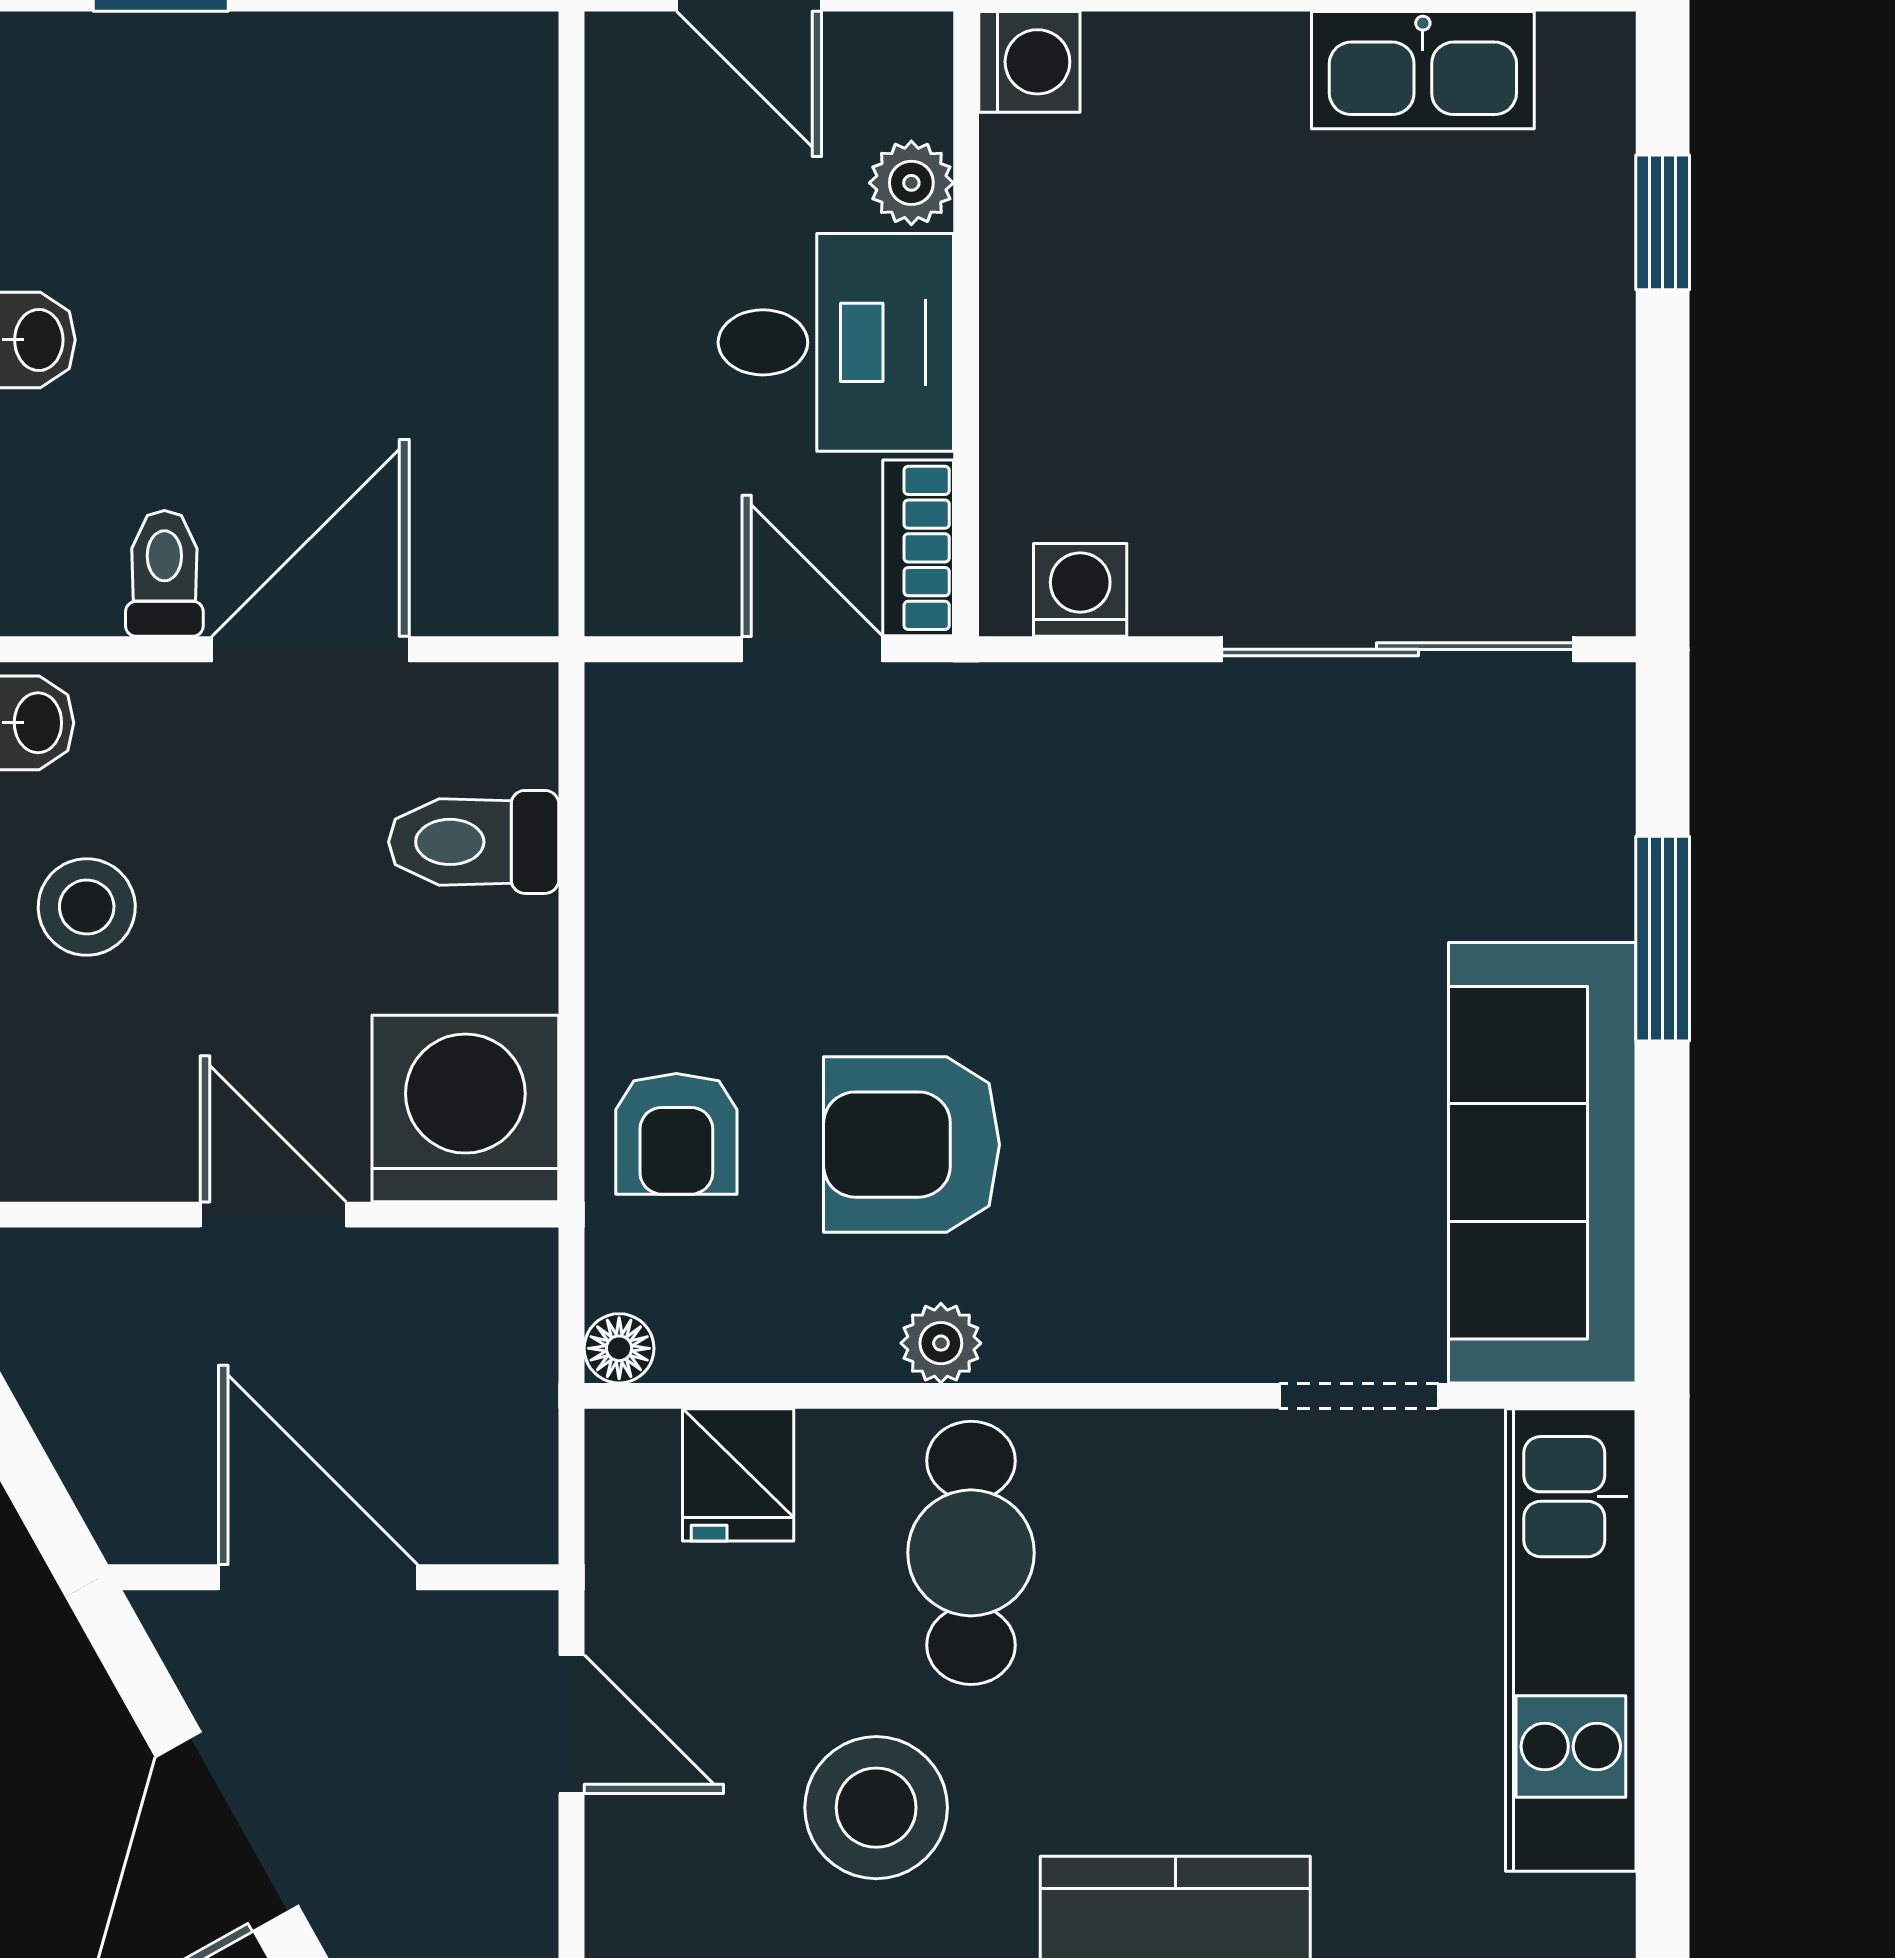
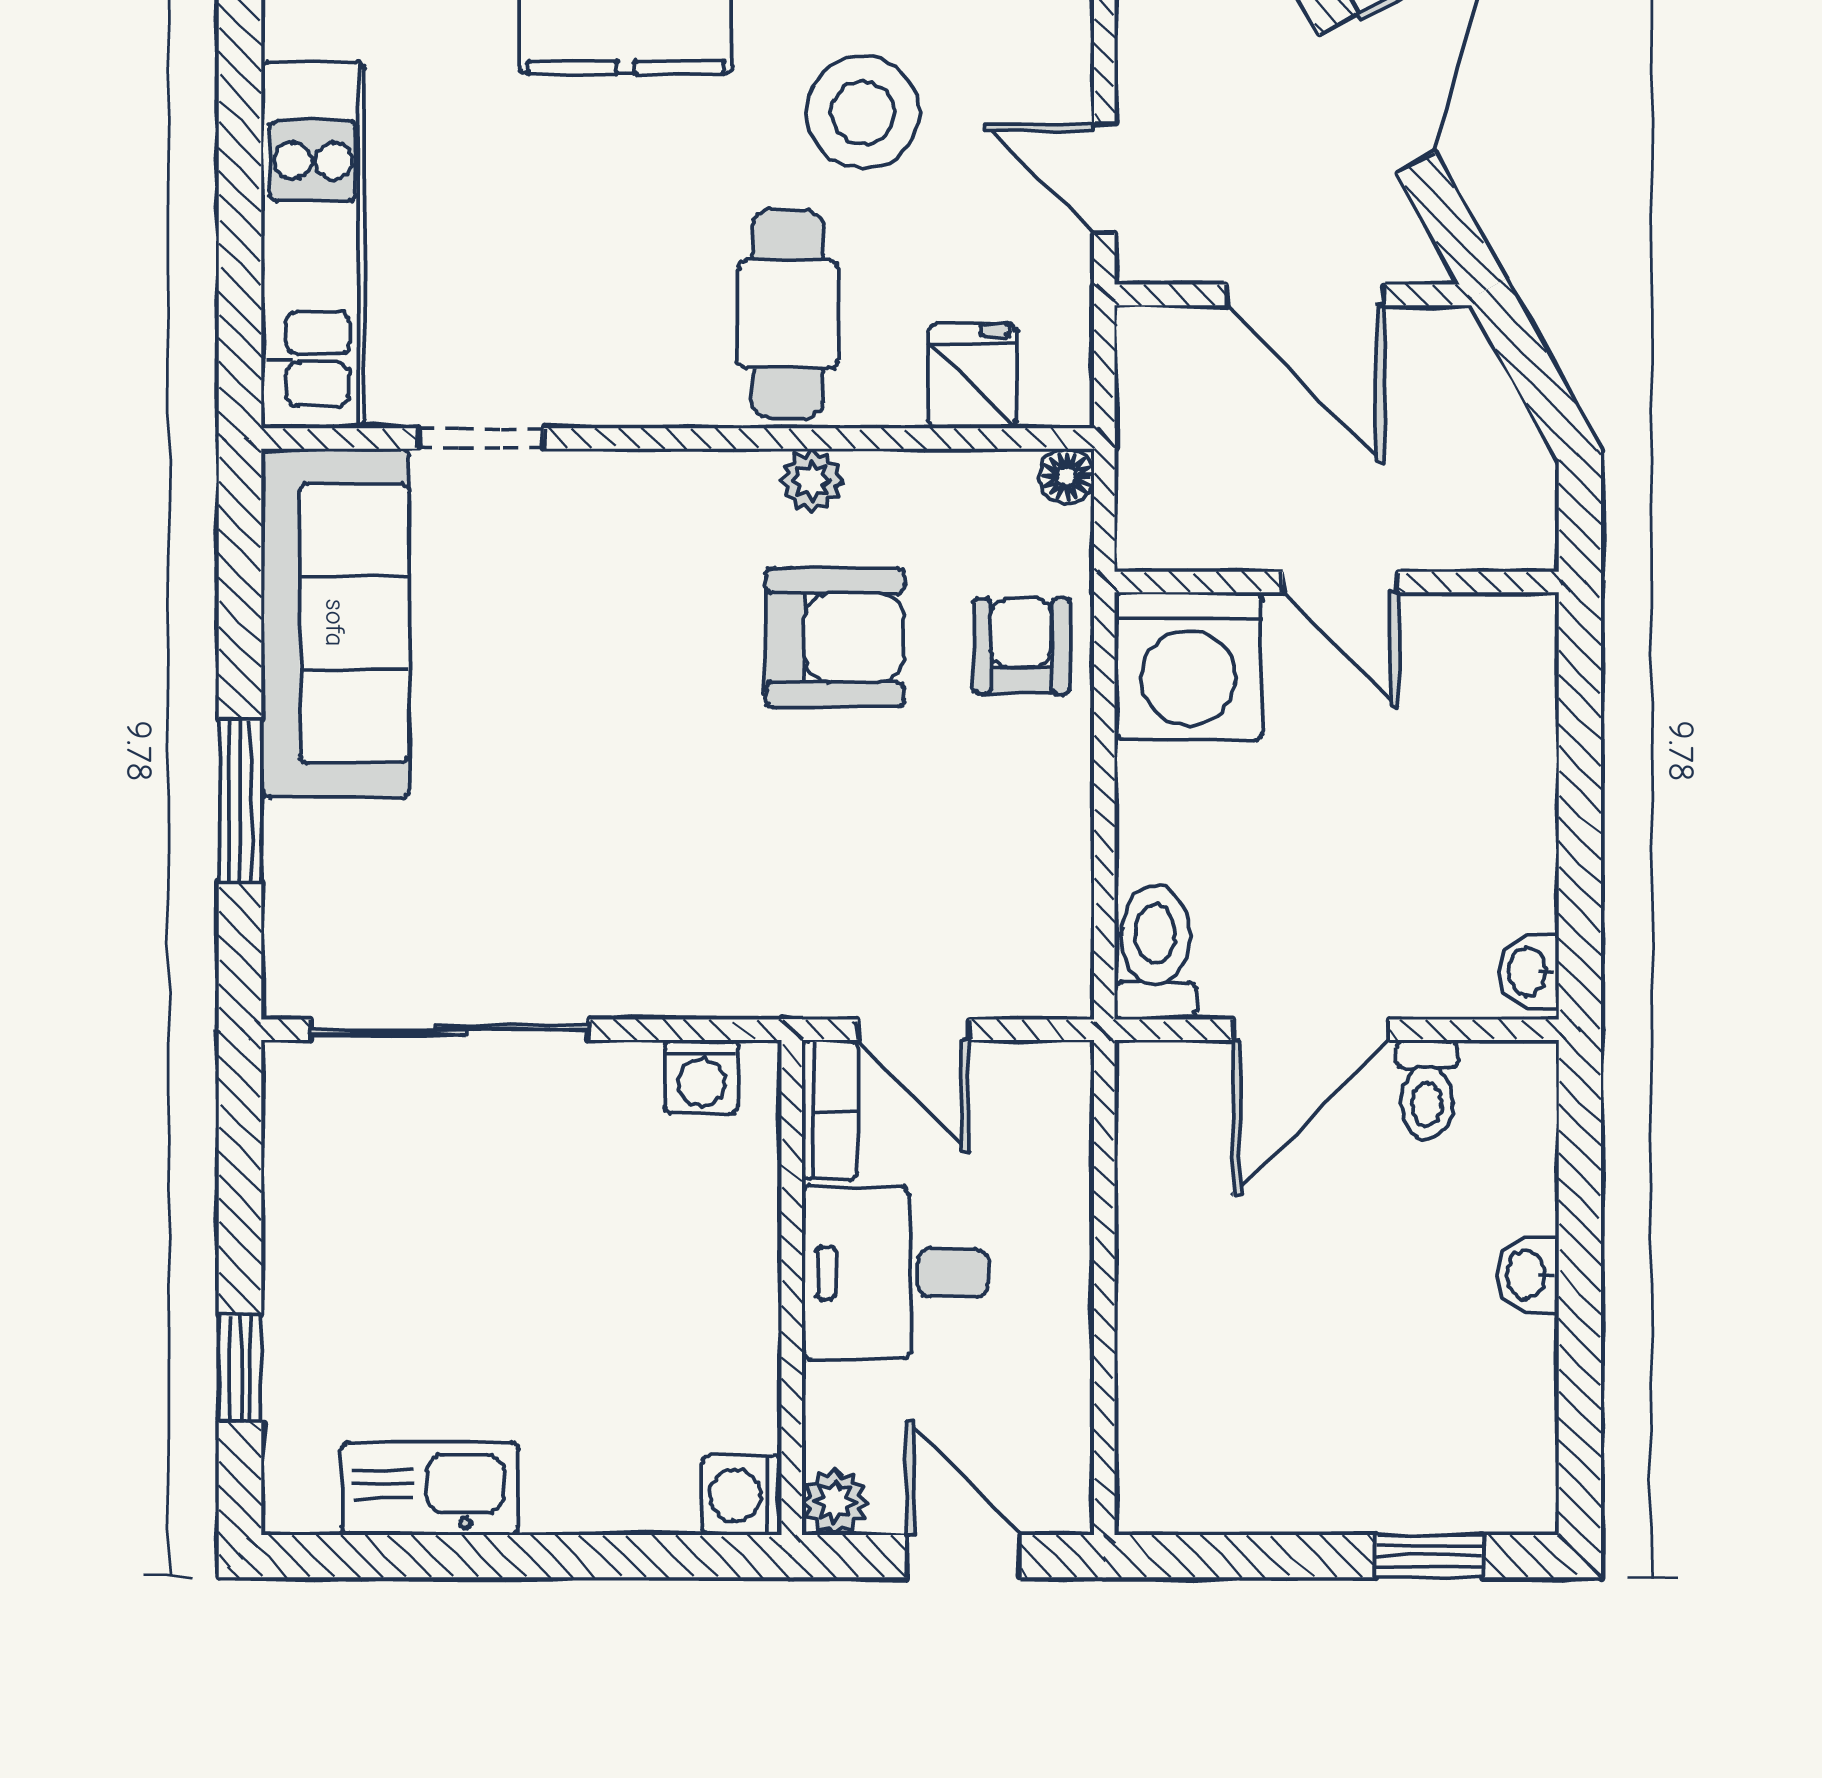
plant: (911, 183) -> (835, 1502), moved
toilet: (474, 842) -> (1155, 952), moved, turned -90
stool: (87, 907) -> (1488, 826), removed

